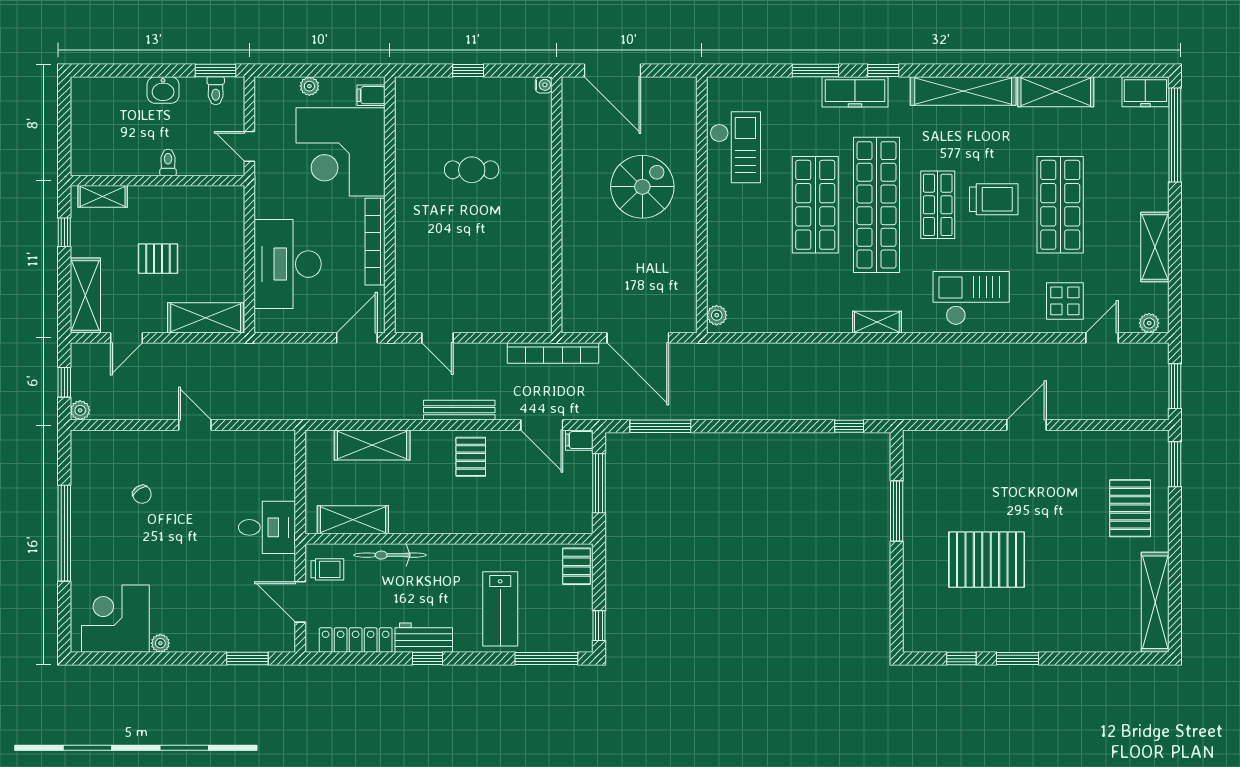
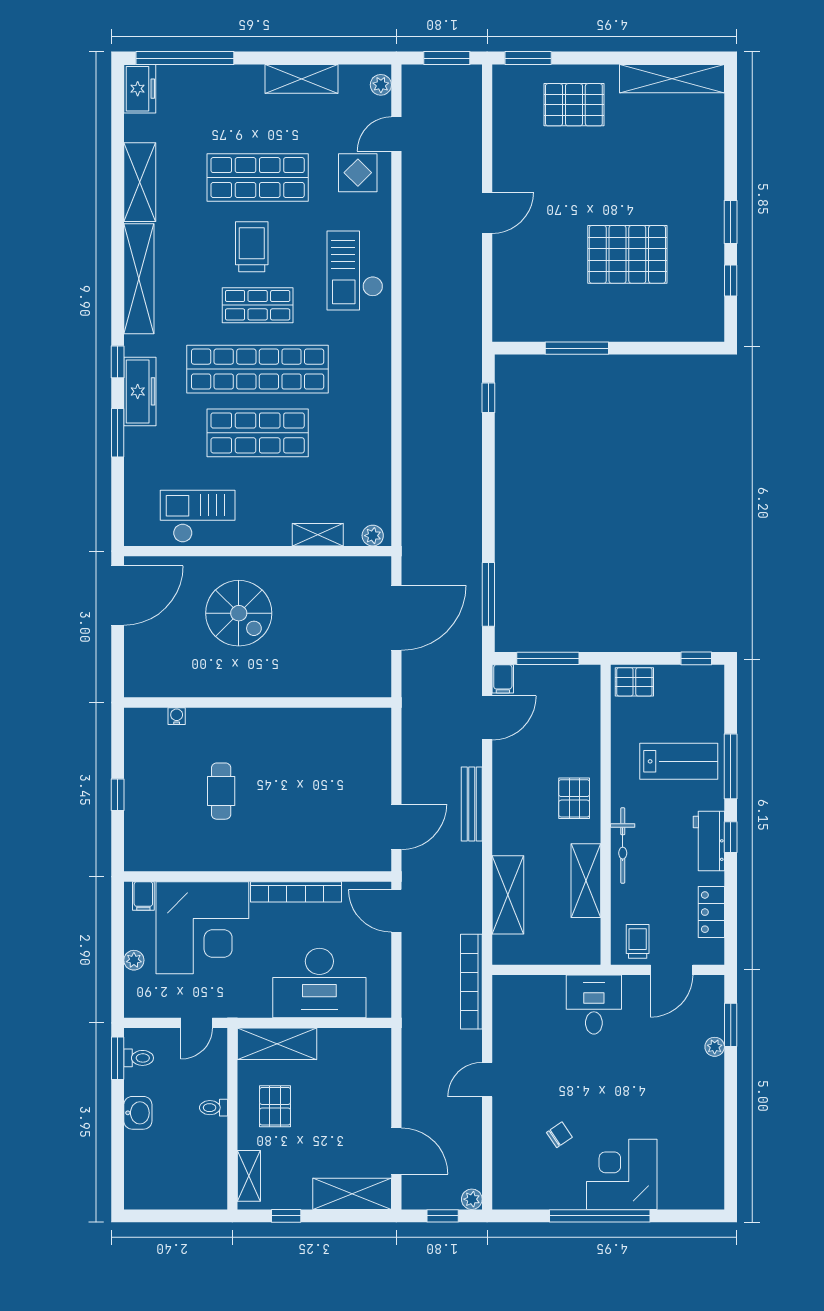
door: (613, 71) -> (118, 595), moved
water cooler: (544, 85) -> (177, 716), moved
spiral stairs: (642, 187) -> (239, 613), turned 180
pallet: (158, 259) -> (275, 1106), moved
shelving: (206, 318) -> (277, 1044), moved, turned 90
shelving: (877, 322) -> (318, 535), moved, turned 90
door: (126, 338) -> (396, 1151), width x1.38
door: (437, 338) -> (396, 827), width x1.38
door: (1102, 338) -> (396, 134), hinge flipped
bookcase: (553, 353) -> (471, 982), moved, turned 180
door: (1026, 425) -> (487, 213), swing flipped
pallet: (471, 457) -> (574, 798), moved, turned 90
shelving: (353, 520) -> (586, 881), moved
bicycle: (390, 555) -> (623, 845), moved
pallet: (987, 560) -> (627, 254), turned 90
corner desk: (115, 619) -> (622, 1174), moved, turned 90
locker: (356, 640) -> (711, 912), width x0.66
plant: (160, 643) -> (715, 1047), moved
window: (546, 659) -> (731, 766), moved

